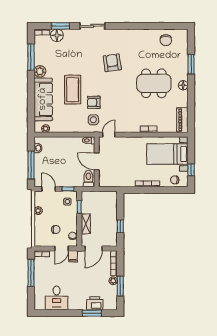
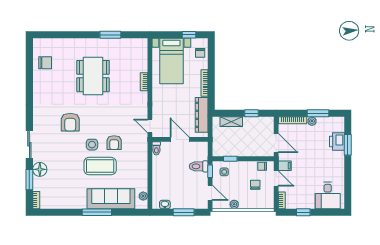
floor lamp: (57, 35) -> (40, 169), moved
window: (31, 57) -> (97, 212), moved
armchair: (112, 63) -> (70, 122), turned -82
window: (191, 64) -> (110, 35), moved
plant: (40, 71) -> (80, 202), removed
floor lamp: (183, 85) -> (95, 44), removed
side table: (93, 120) -> (92, 145), moved
piano: (182, 120) -> (134, 44), removed
door: (97, 161) -> (180, 139), swing flipped
window: (31, 165) -> (184, 212), width x0.69
toilet: (88, 179) -> (199, 166), moved
dresser: (119, 181) -> (202, 115), added
door: (49, 189) -> (210, 193), swing flipped
shelving: (86, 224) -> (231, 122), moved
window: (31, 273) -> (303, 212), width x0.46
desk: (57, 298) -> (328, 195), moved, turned 90

